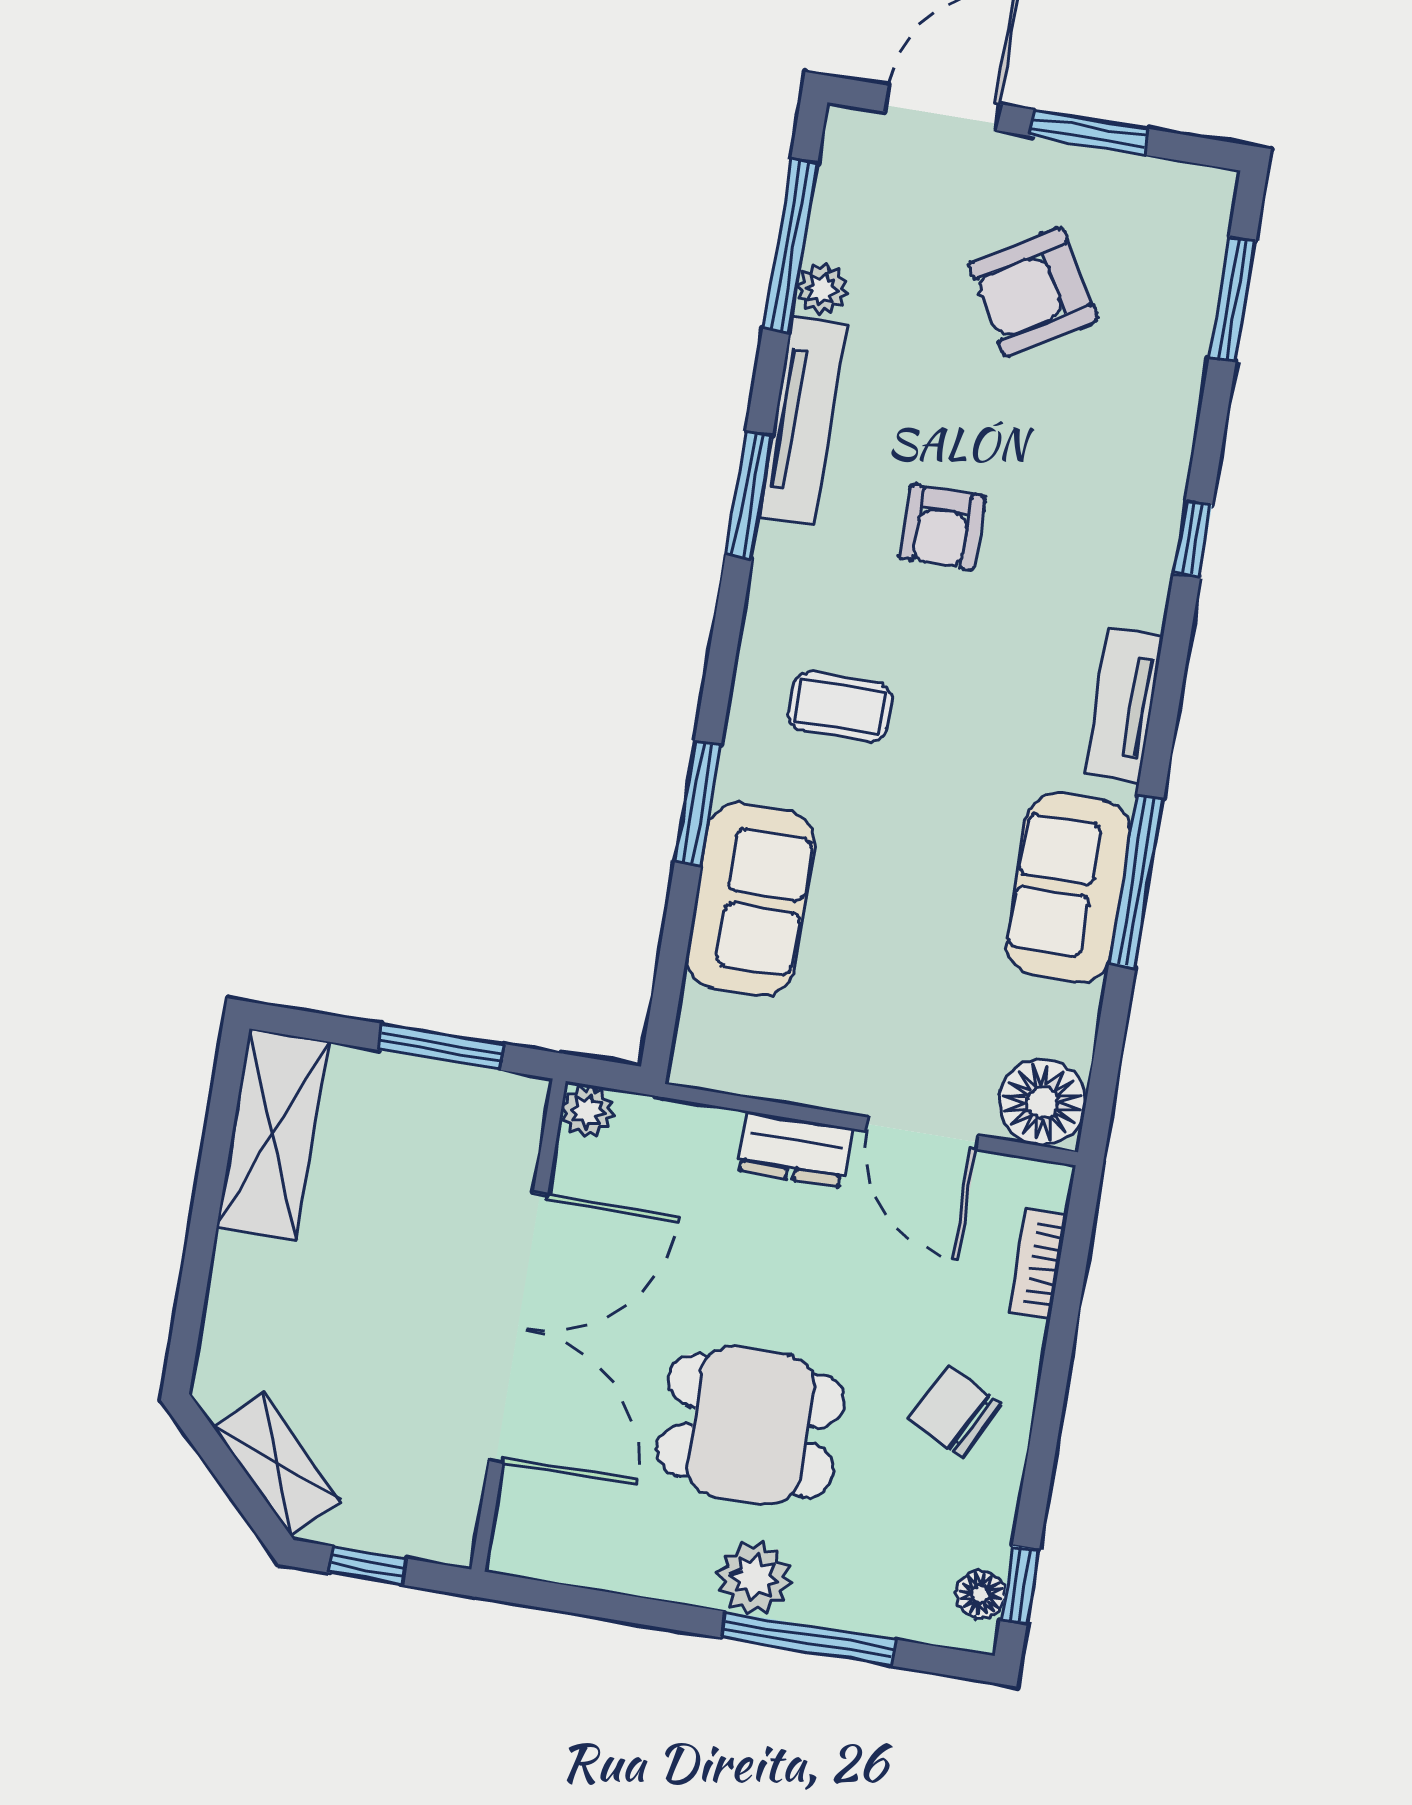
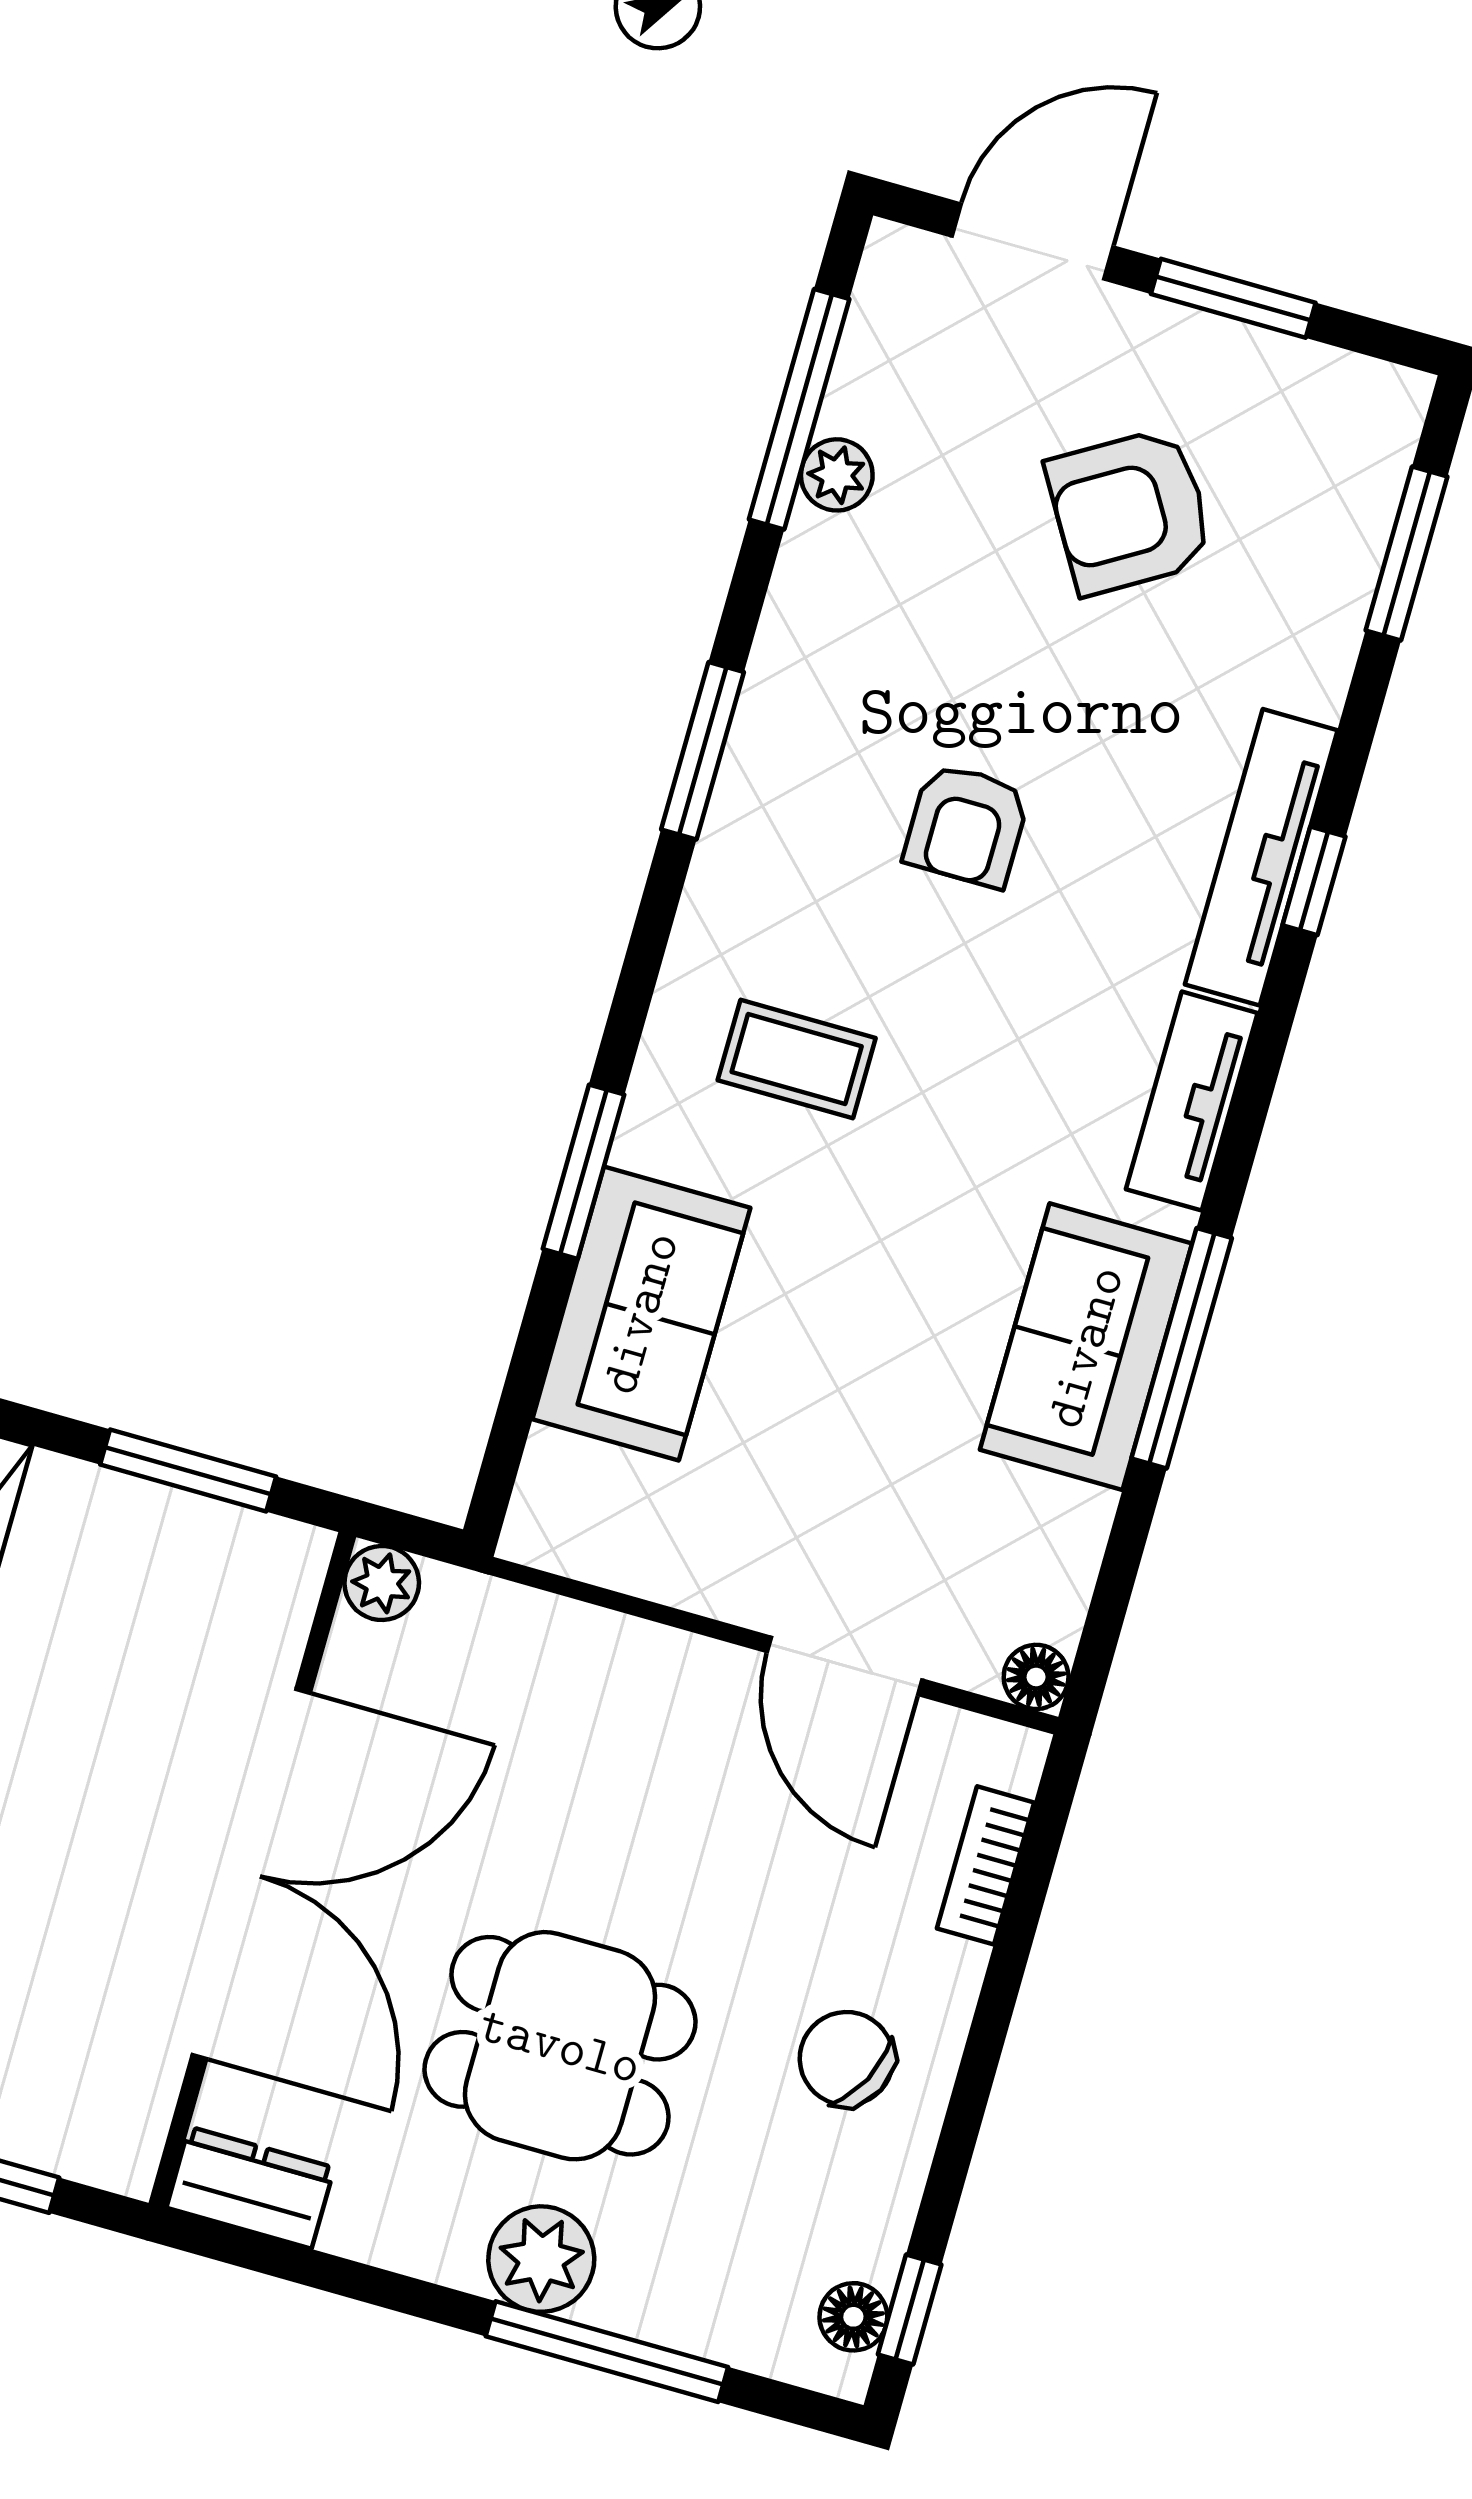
tv unit: (803, 421) -> (1261, 857), moved, turned 180
floor lamp: (1042, 1102) -> (1036, 1677), width x0.53, depth x0.53
dresser: (795, 1149) -> (250, 2188), moved, turned 180

